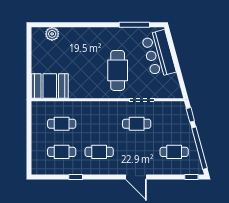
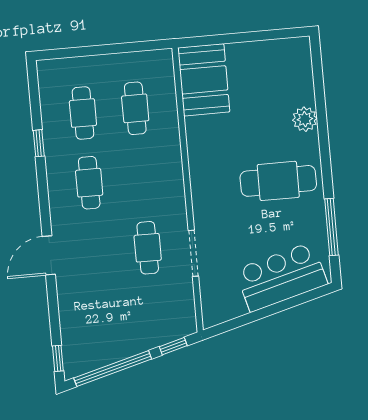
plant: (52, 34) -> (305, 119), moved
cafe table: (118, 70) -> (278, 181), moved
cafe table: (174, 152) -> (102, 322), removed

